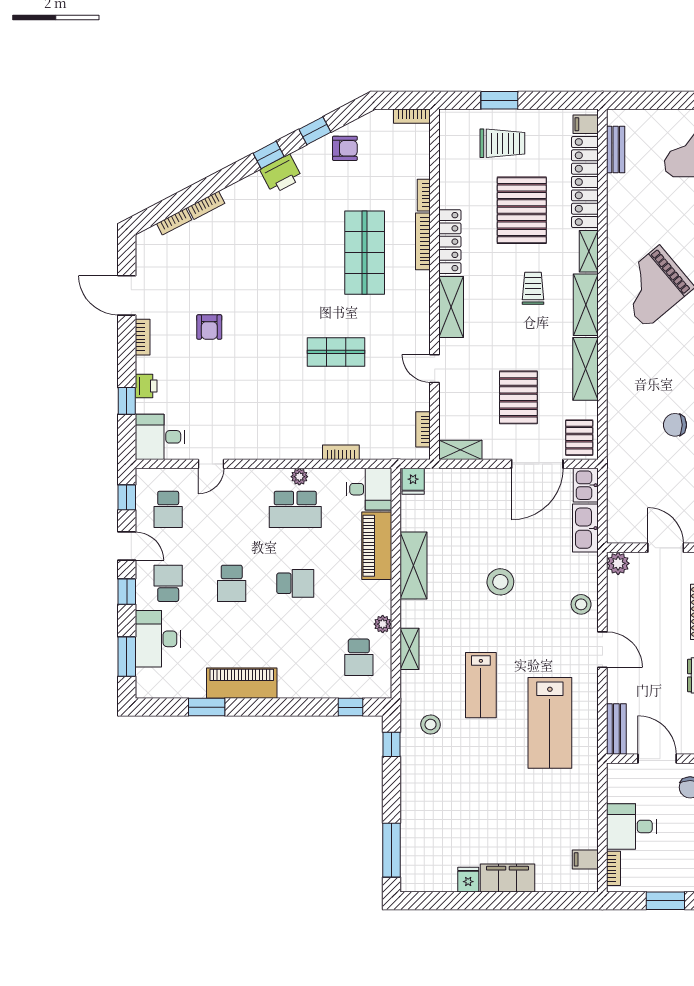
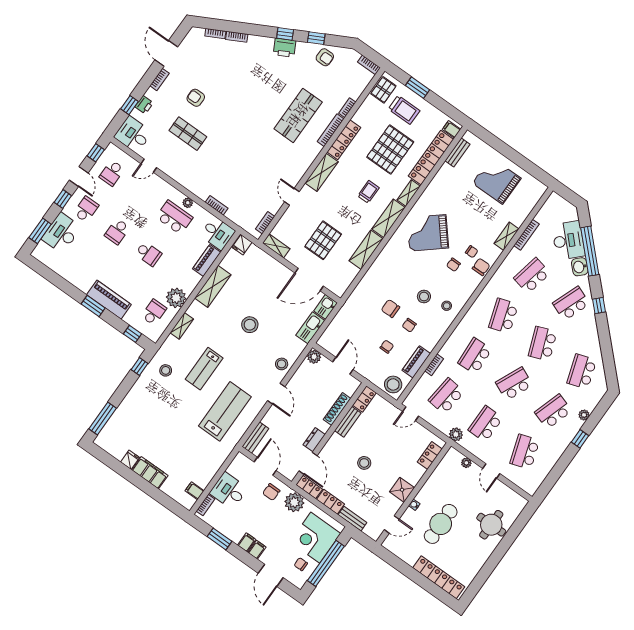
armchair: (209, 327) -> (196, 98), turned 90
shop shelf: (336, 352) -> (188, 134), moved
pallet: (579, 438) -> (383, 90), moved
school desk: (295, 509) -> (174, 217), turned 180
piano: (377, 546) -> (207, 261), width x0.73, depth x0.75
plant: (383, 624) -> (176, 298), width x1.88, depth x1.88
school desk: (359, 657) -> (154, 312), turned 180
piano: (242, 683) -> (109, 300), moved
window: (207, 707) -> (93, 306), moved
lab bench: (550, 723) -> (225, 411), turned 180

